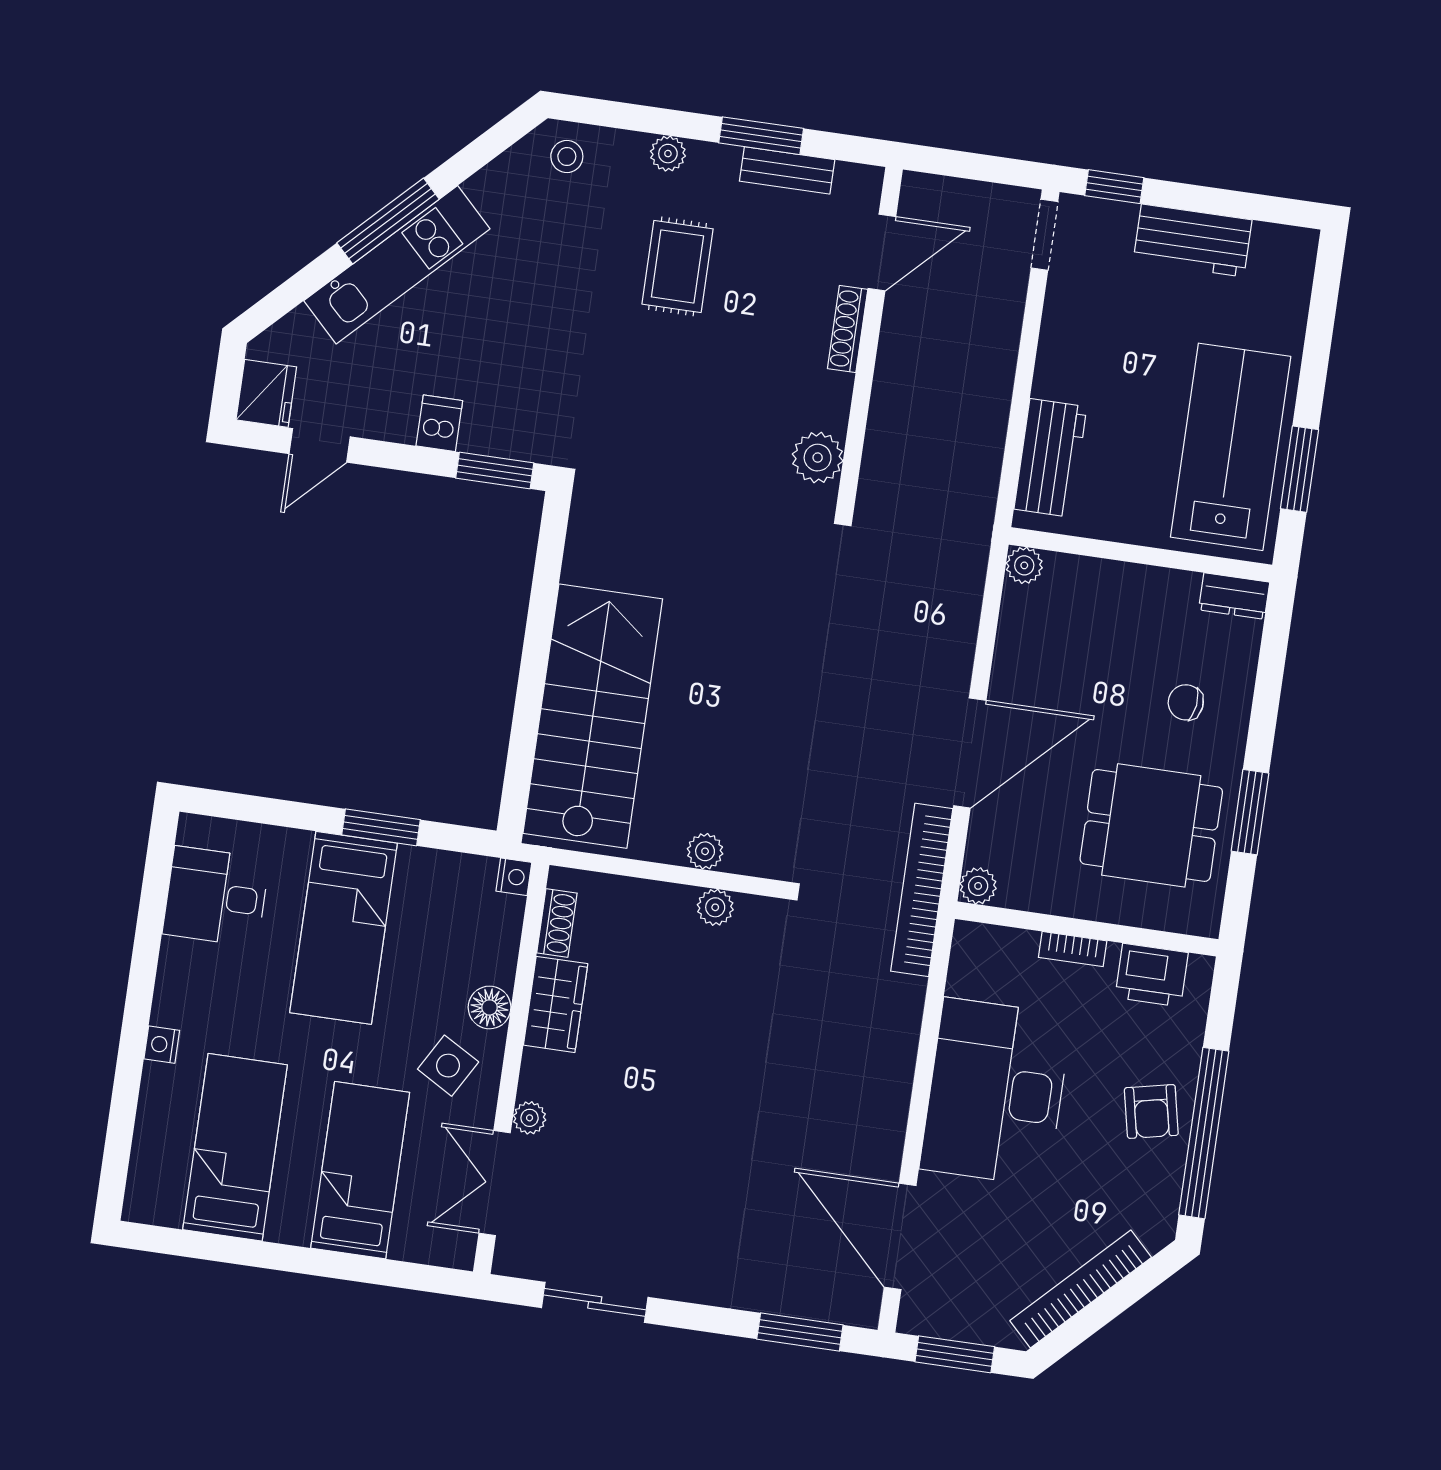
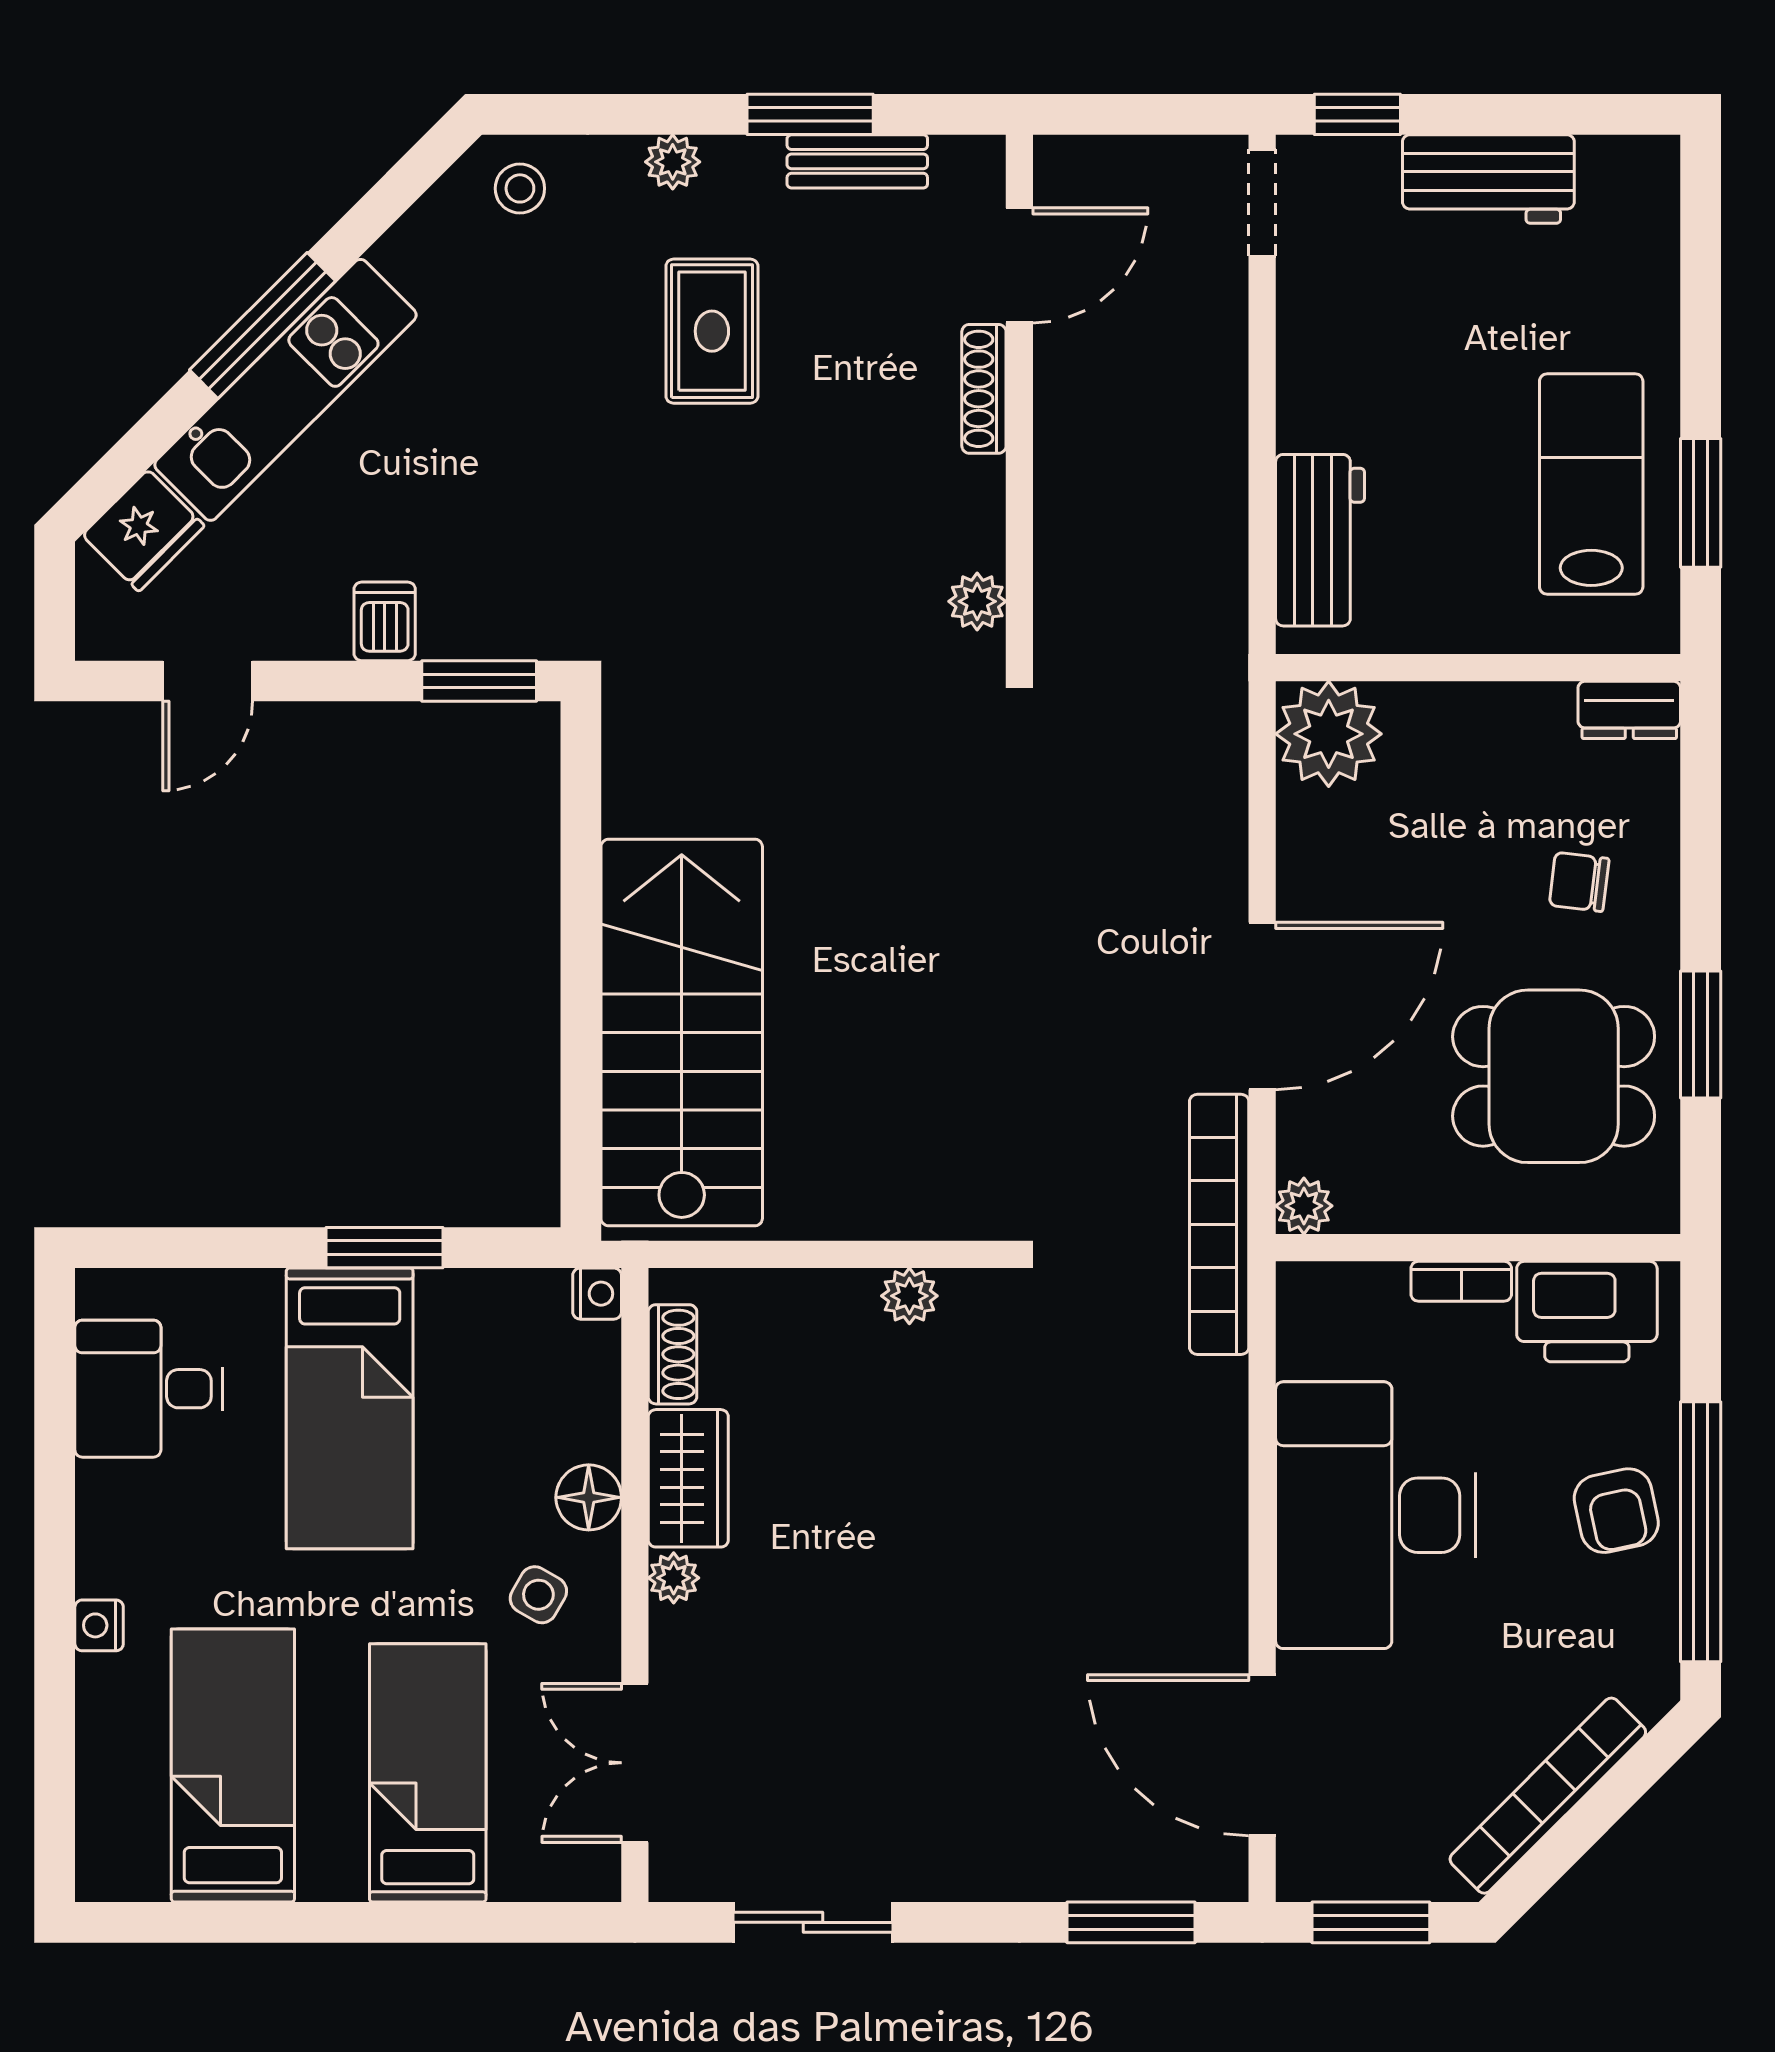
fridge: (266, 393) -> (143, 530), moved, turned 45
lab bench: (1231, 447) -> (1591, 484), width x0.73, depth x0.72
plant: (818, 458) -> (977, 601), width x0.73, depth x0.73
plant: (1024, 565) -> (1329, 734), width x1.88, depth x1.88
plant: (705, 851) -> (882, 1213), removed
printer: (1152, 975) -> (1587, 1312), width x1.37, depth x1.19
side table: (448, 1066) -> (538, 1595), width x0.73, depth x0.73
plant: (530, 1118) -> (674, 1578), moved

